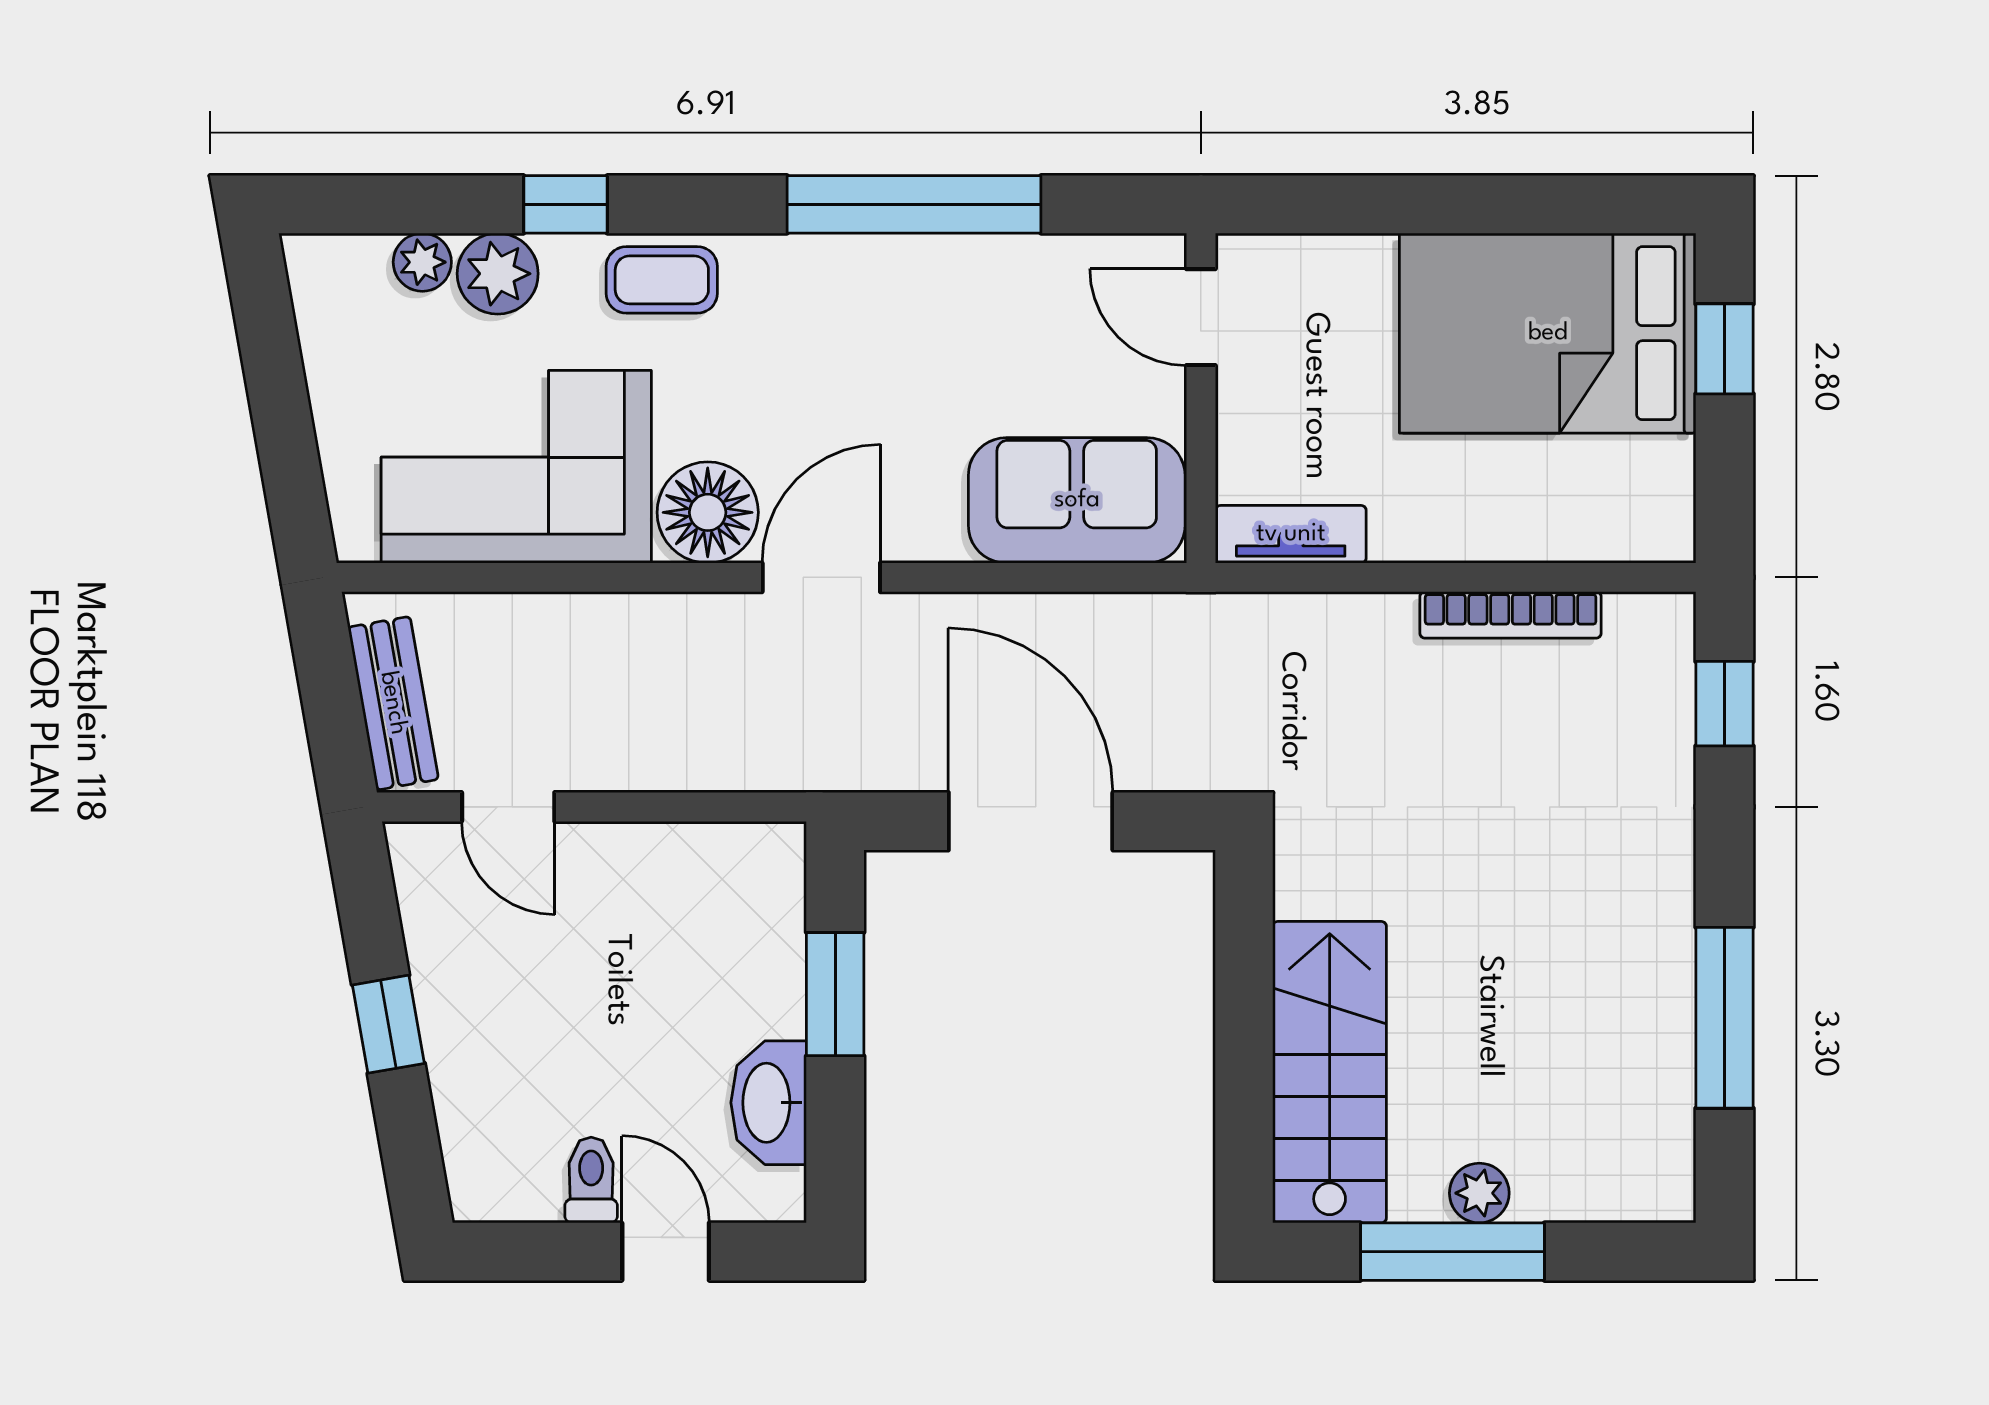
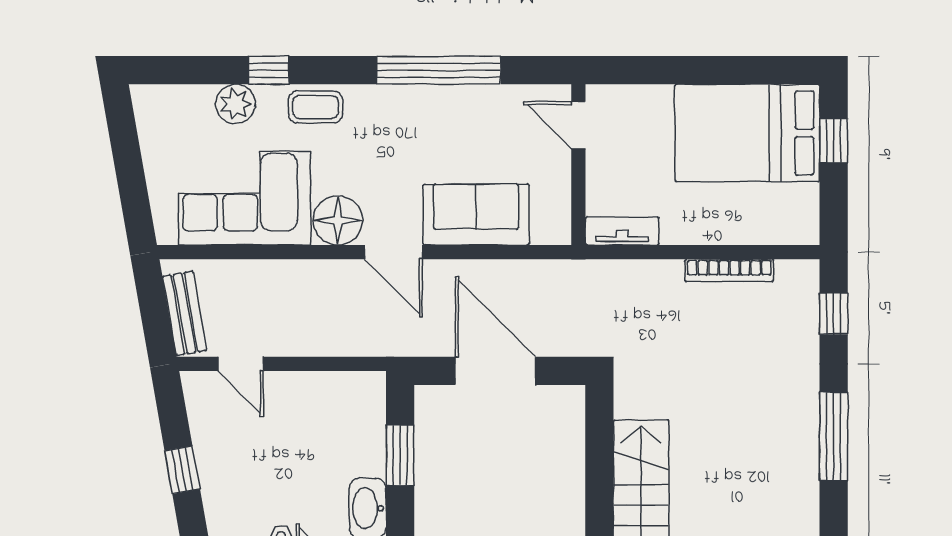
plant: (422, 262) -> (199, 98), removed
sofa: (1077, 500) -> (476, 215), moved
door: (821, 577) -> (393, 252), swing flipped
window: (1725, 1018) -> (834, 436), moved

